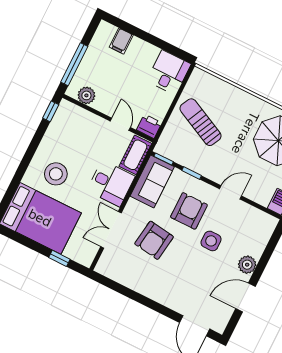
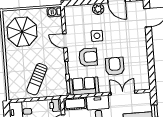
armchair: (189, 211) -> (88, 57), turned 180
double door: (111, 230) -> (123, 93), swing flipped
armchair: (154, 240) -> (115, 66), turned -98

